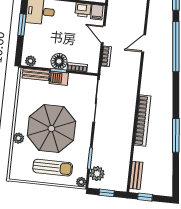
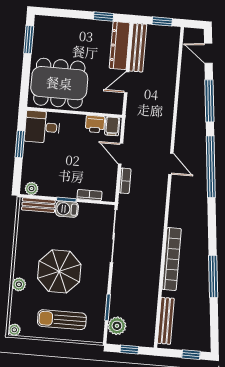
door: (144, 43) -> (171, 164), swing flipped
floor lamp: (59, 61) -> (67, 188), removed
parasol: (51, 129) -> (59, 271), width x0.73, depth x0.73
sun lounger: (53, 168) -> (62, 320), turned 180
bench: (136, 175) -> (166, 321), width x1.36
plant: (81, 182) -> (14, 330), moved
window: (145, 197) -> (191, 355), moved

